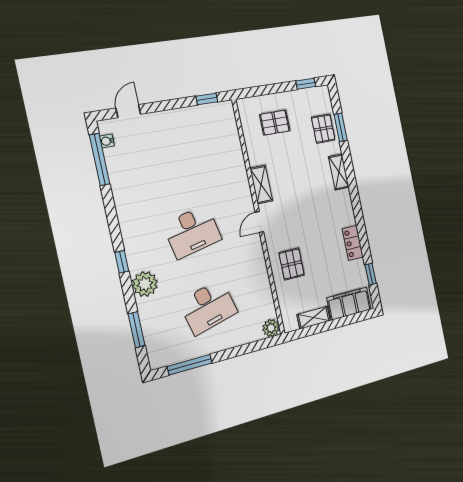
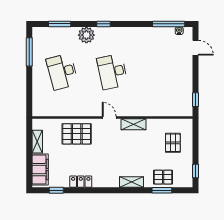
pallet: (292, 264) -> (77, 134), width x1.50, depth x1.42
plant: (271, 328) -> (38, 110), removed

